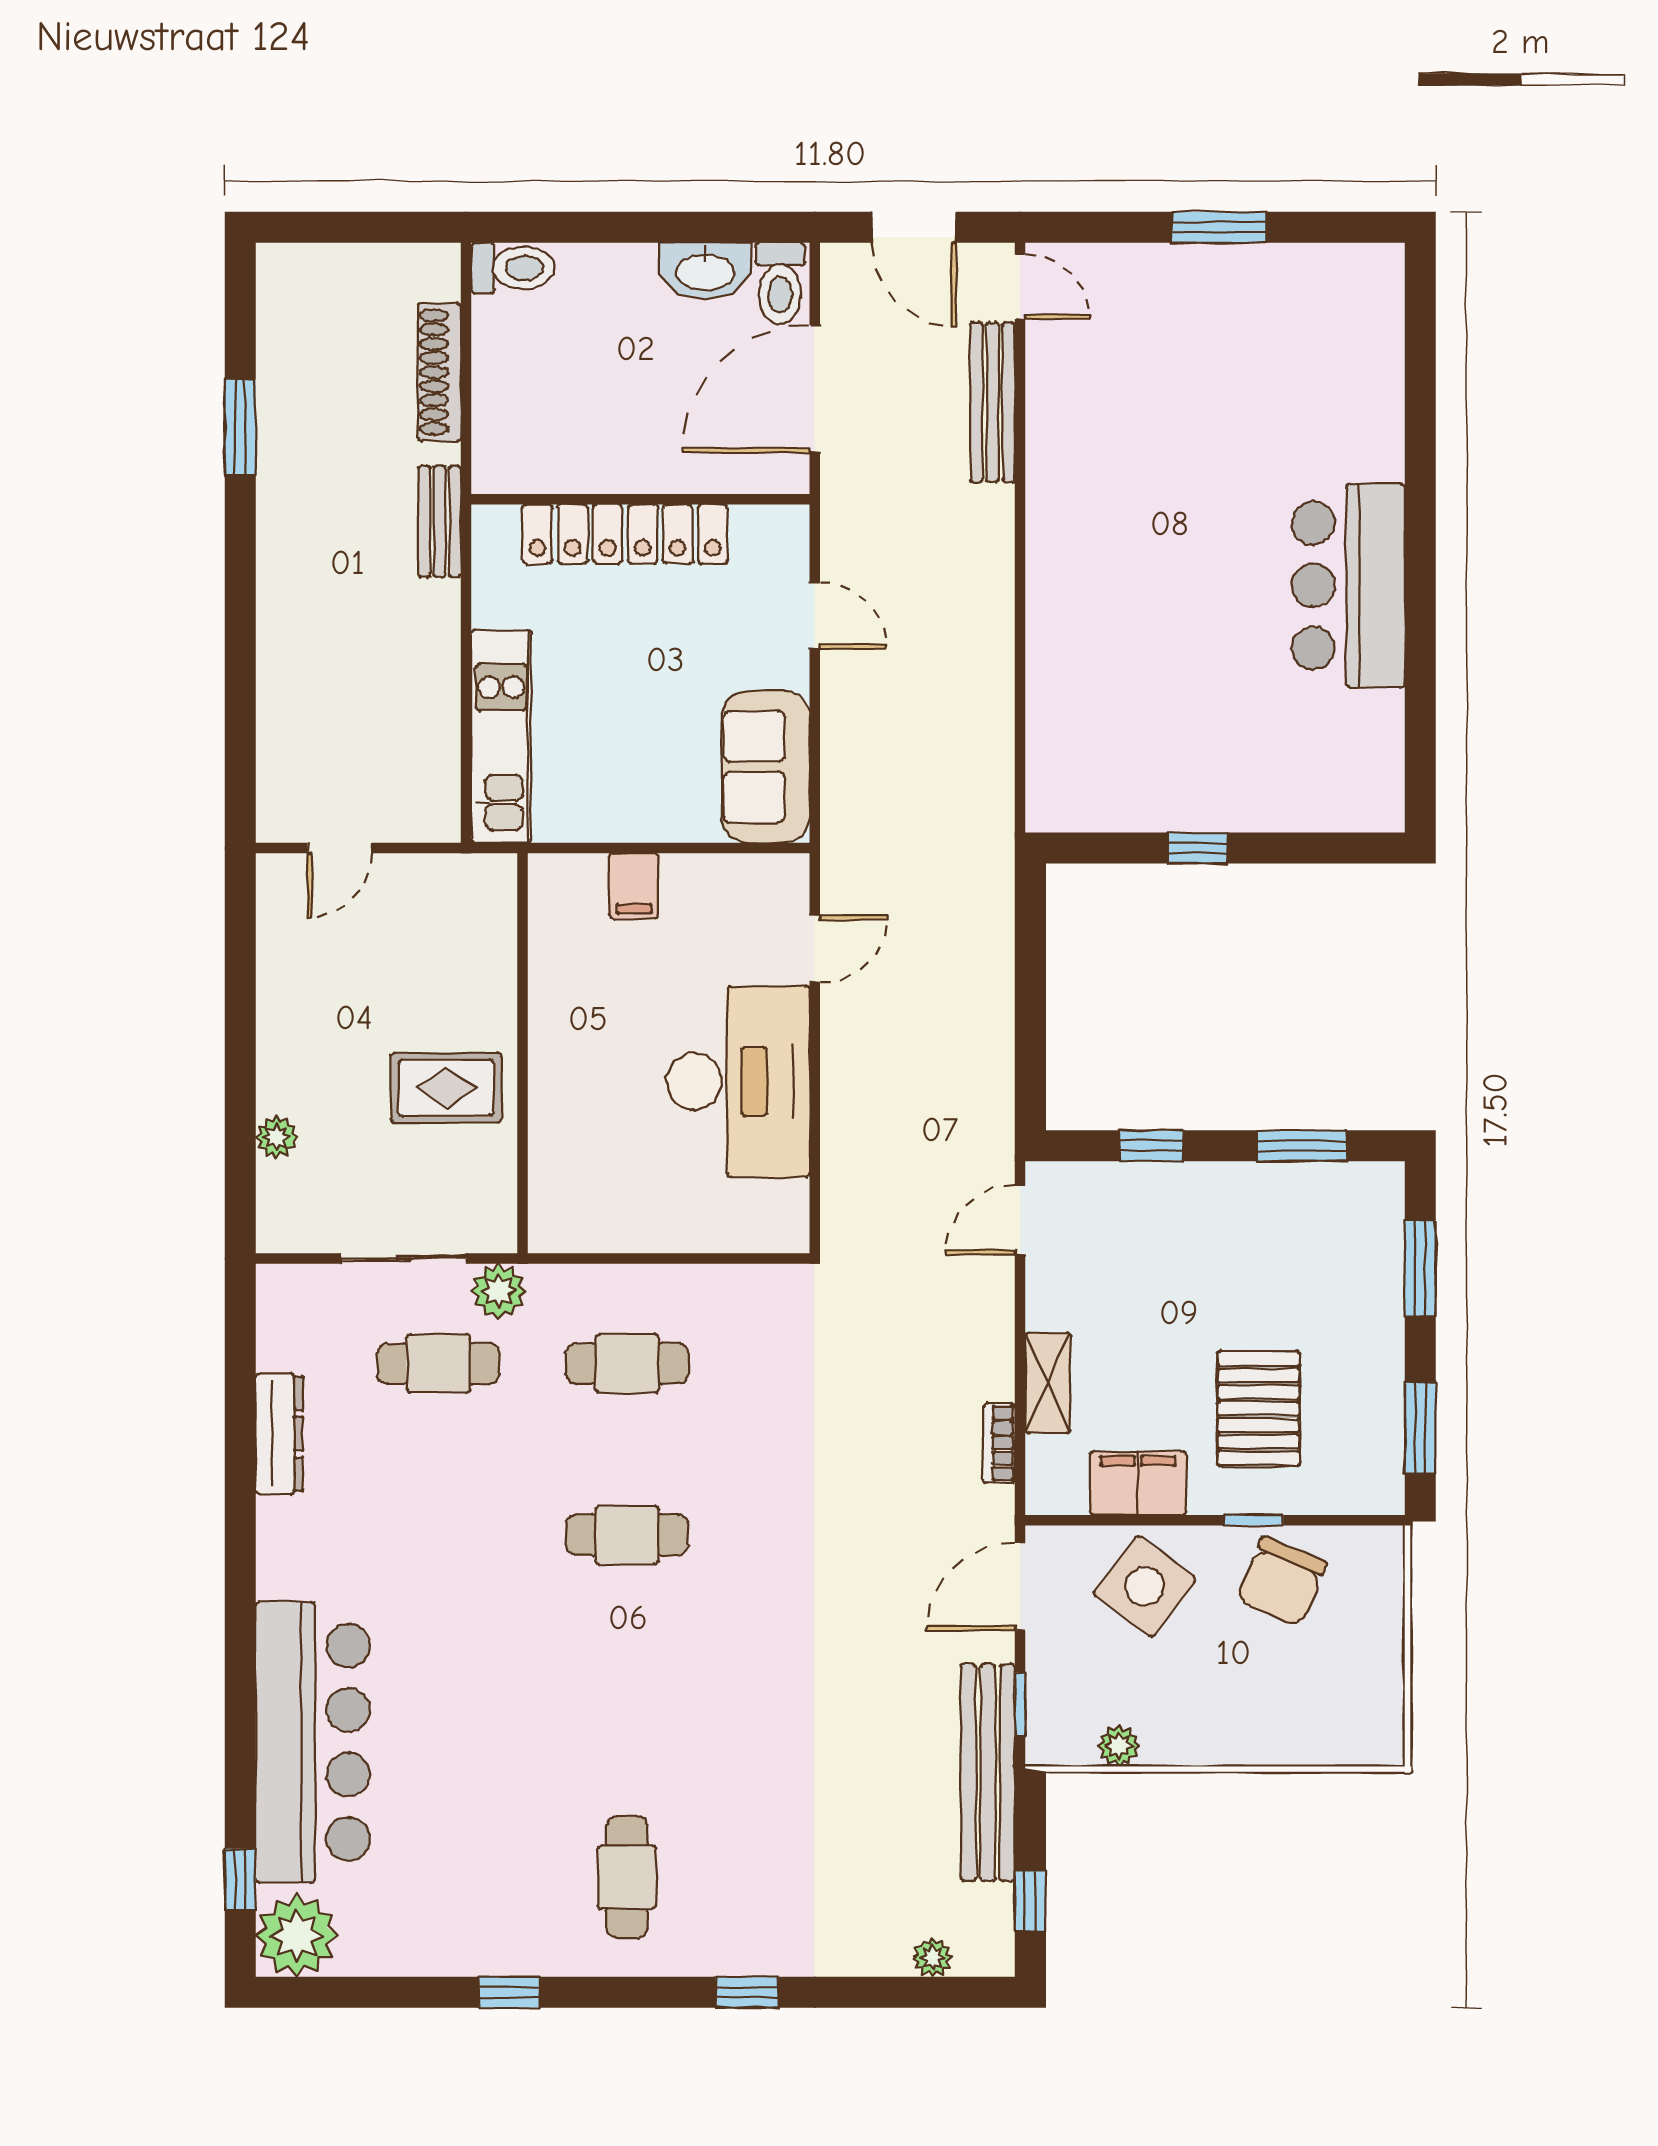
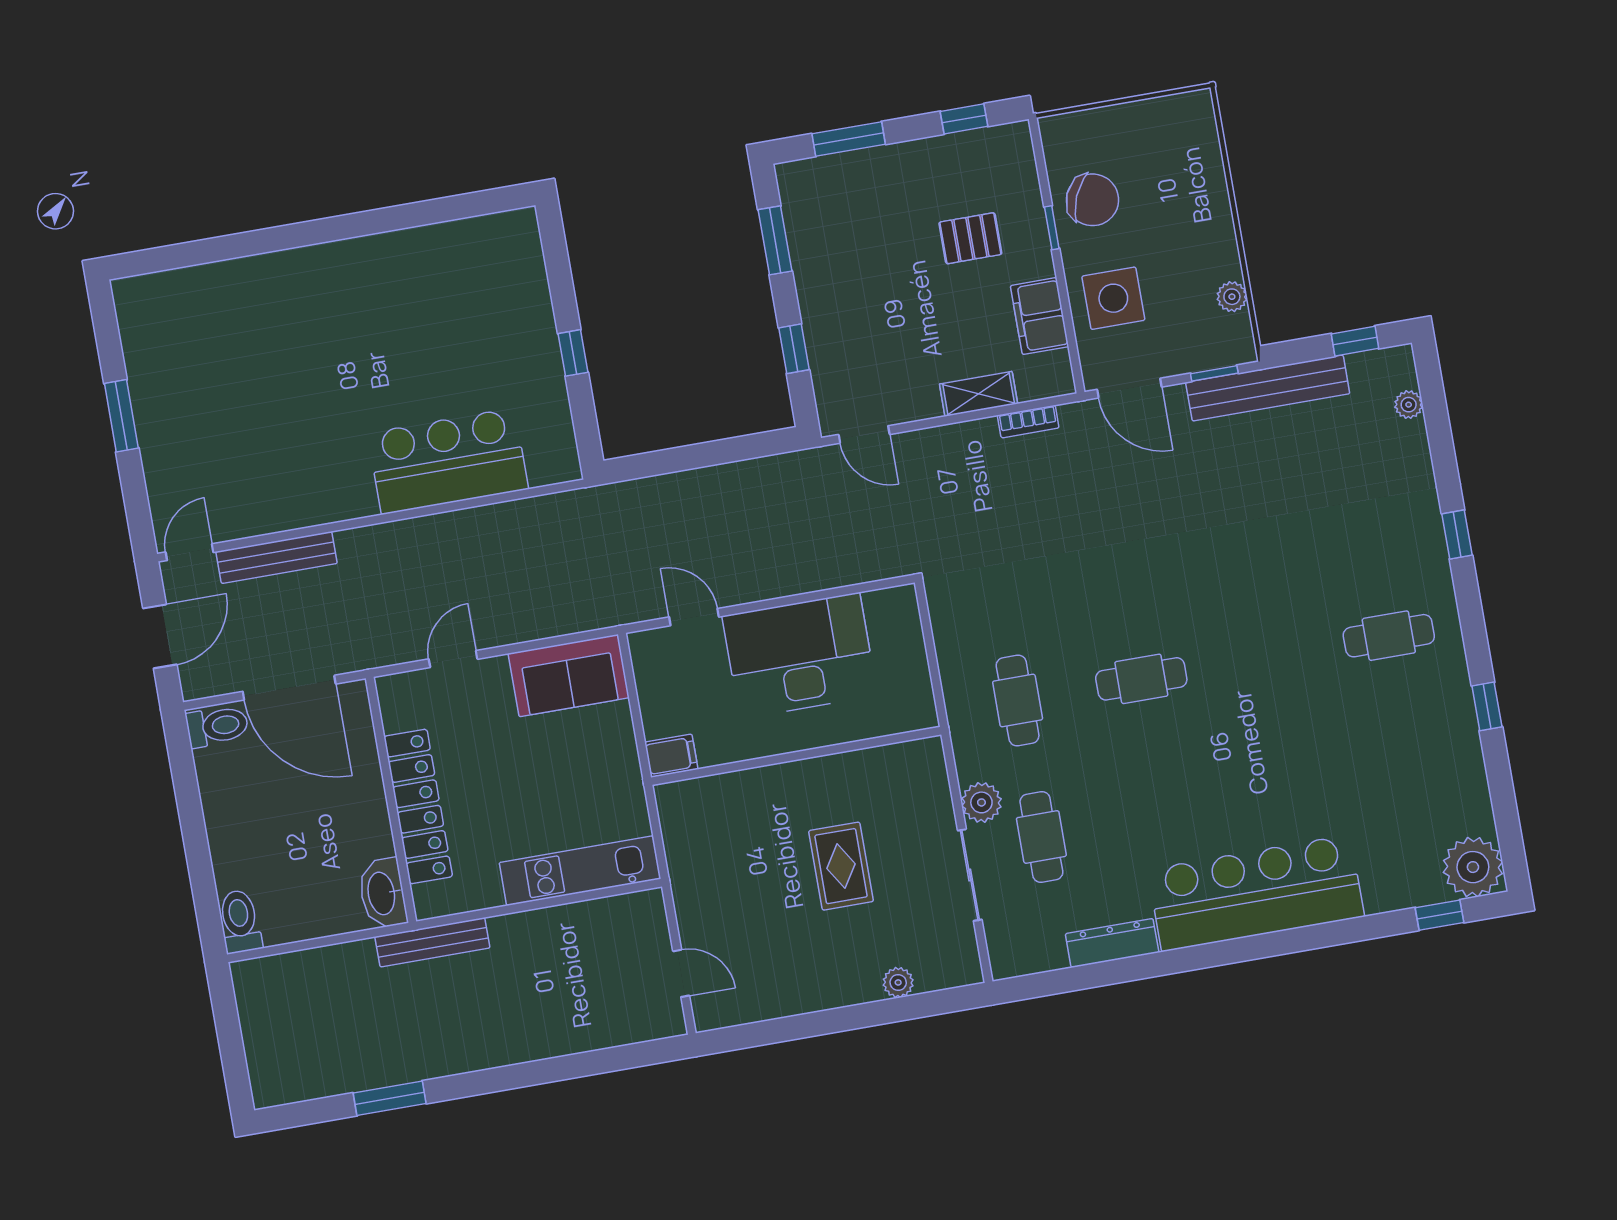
washbasin: (705, 271) -> (383, 893), moved, turned 180
shoe rack: (439, 372) -> (324, 961), removed
bench: (440, 521) -> (432, 942), width x1.36
bar counter: (1348, 586) -> (448, 461), moved, turned 180
wall: (522, 1053) -> (796, 756), moved
pallet: (1259, 1409) -> (970, 238), width x0.67, depth x0.71
window: (1420, 1428) -> (964, 119), width x0.67
cafe table: (627, 1535) -> (1141, 679), turned 90
side table: (1145, 1586) -> (1113, 298), turned -37
bar counter: (313, 1742) -> (1256, 893), moved

